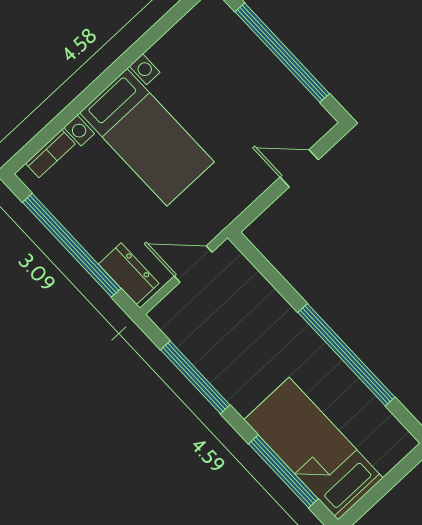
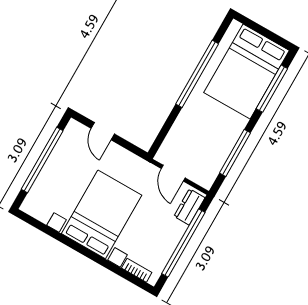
bed with nightstands: (147, 137) -> (102, 214), width x1.36
bed: (313, 449) -> (247, 72), width x1.50

